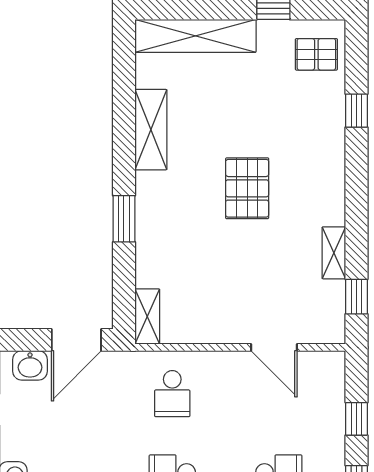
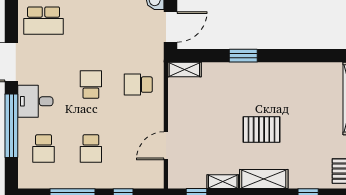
shelving: (151, 130) -> (264, 179), moved
door: (76, 340) -> (170, 27), swing flipped

